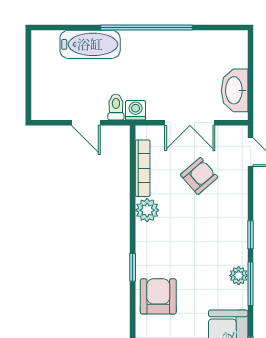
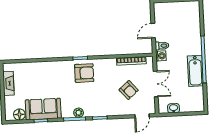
bathtub: (90, 44) -> (195, 71), moved
washbasin: (235, 90) -> (174, 108), width x0.52, depth x0.69
double door: (190, 123) -> (156, 84), swing flipped
plant: (147, 210) -> (110, 64), removed
armchair: (158, 296) -> (84, 73), moved

